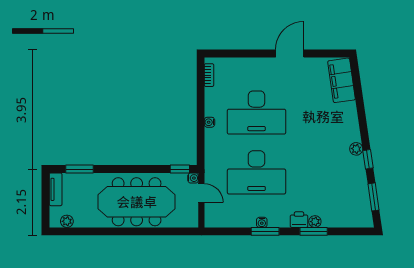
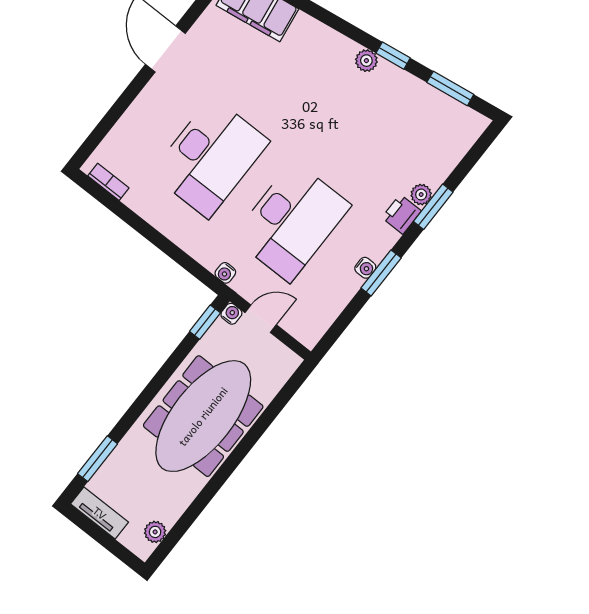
water cooler: (209, 122) -> (225, 273), moved

